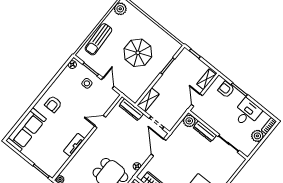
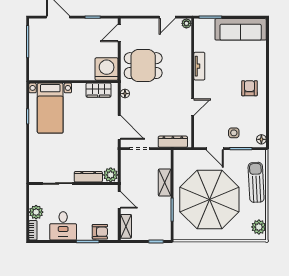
parasol: (138, 53) -> (209, 200), width x1.86, depth x1.86
shelving: (148, 100) -> (165, 183), moved
sofa: (26, 130) -> (241, 29), moved, turned -90

